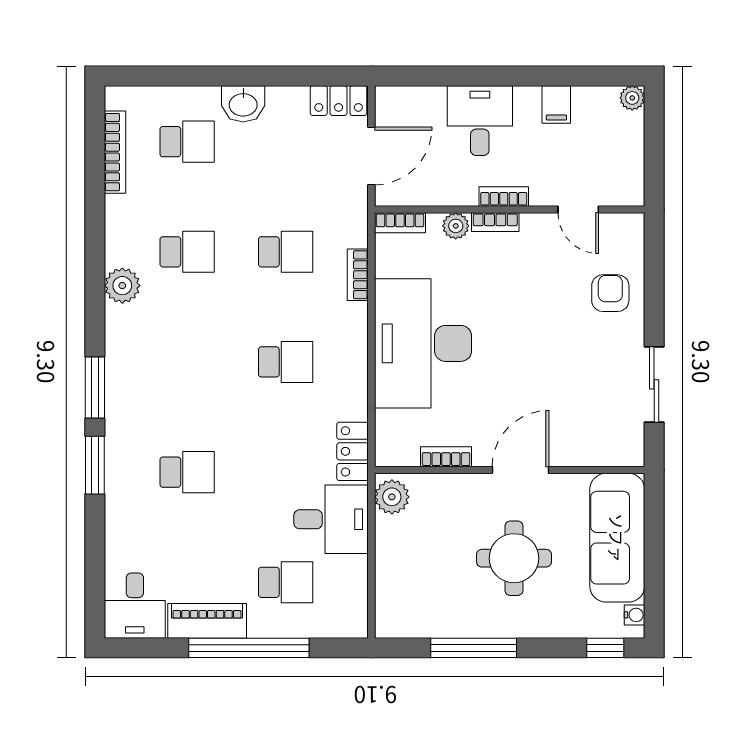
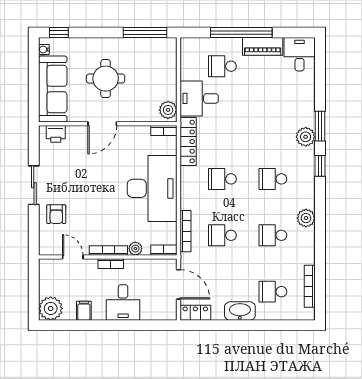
plant: (632, 98) -> (51, 308), width x1.87, depth x1.87
washbasin: (243, 104) -> (240, 311), width x1.38
door: (371, 156) -> (179, 284), swing flipped
bookcase: (495, 222) -> (108, 251), width x1.56
bookcase: (358, 275) -> (185, 231), width x1.56
sliding door: (654, 384) -> (34, 185), moved
window: (95, 387) -> (320, 166), width x0.67
plant: (123, 444) -> (306, 137), added
printer: (611, 450) -> (56, 134), added
locker: (353, 451) -> (188, 142), width x1.53
bookcase: (446, 457) -> (164, 130), moved
school desk: (187, 472) -> (273, 179), moved
window: (474, 648) -> (145, 33), moved

